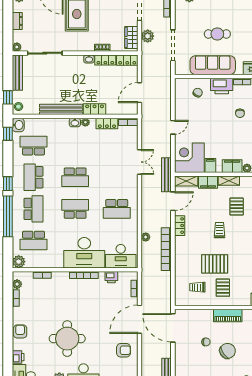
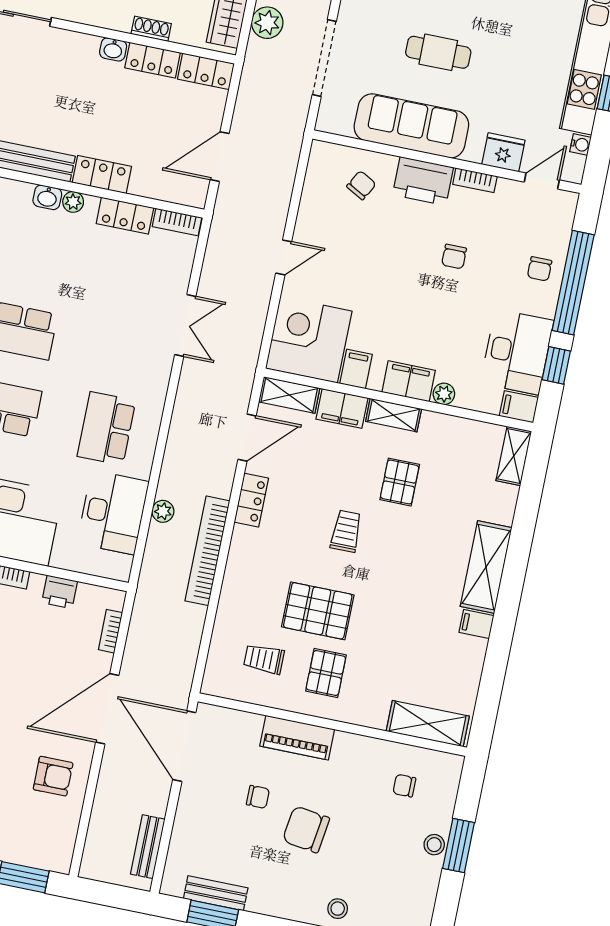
bench: (166, 175) -> (244, 370), removed
school desk: (117, 209) -> (106, 428), turned 90
desk: (121, 256) -> (113, 512), moved, turned -90
piano: (228, 315) -> (297, 738), moved
chair: (228, 351) -> (306, 829), turned -137

